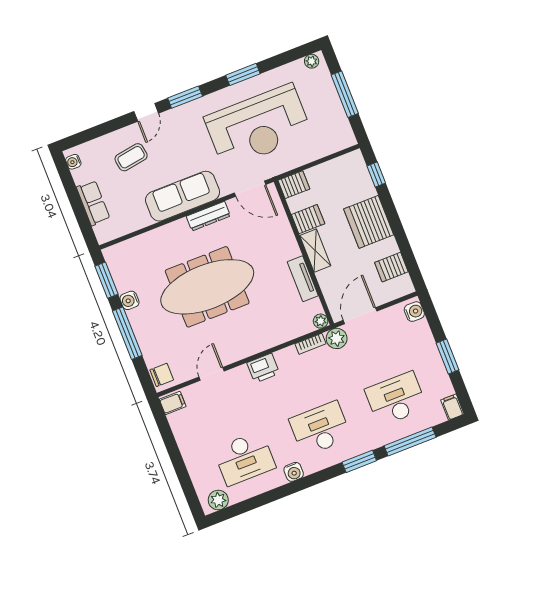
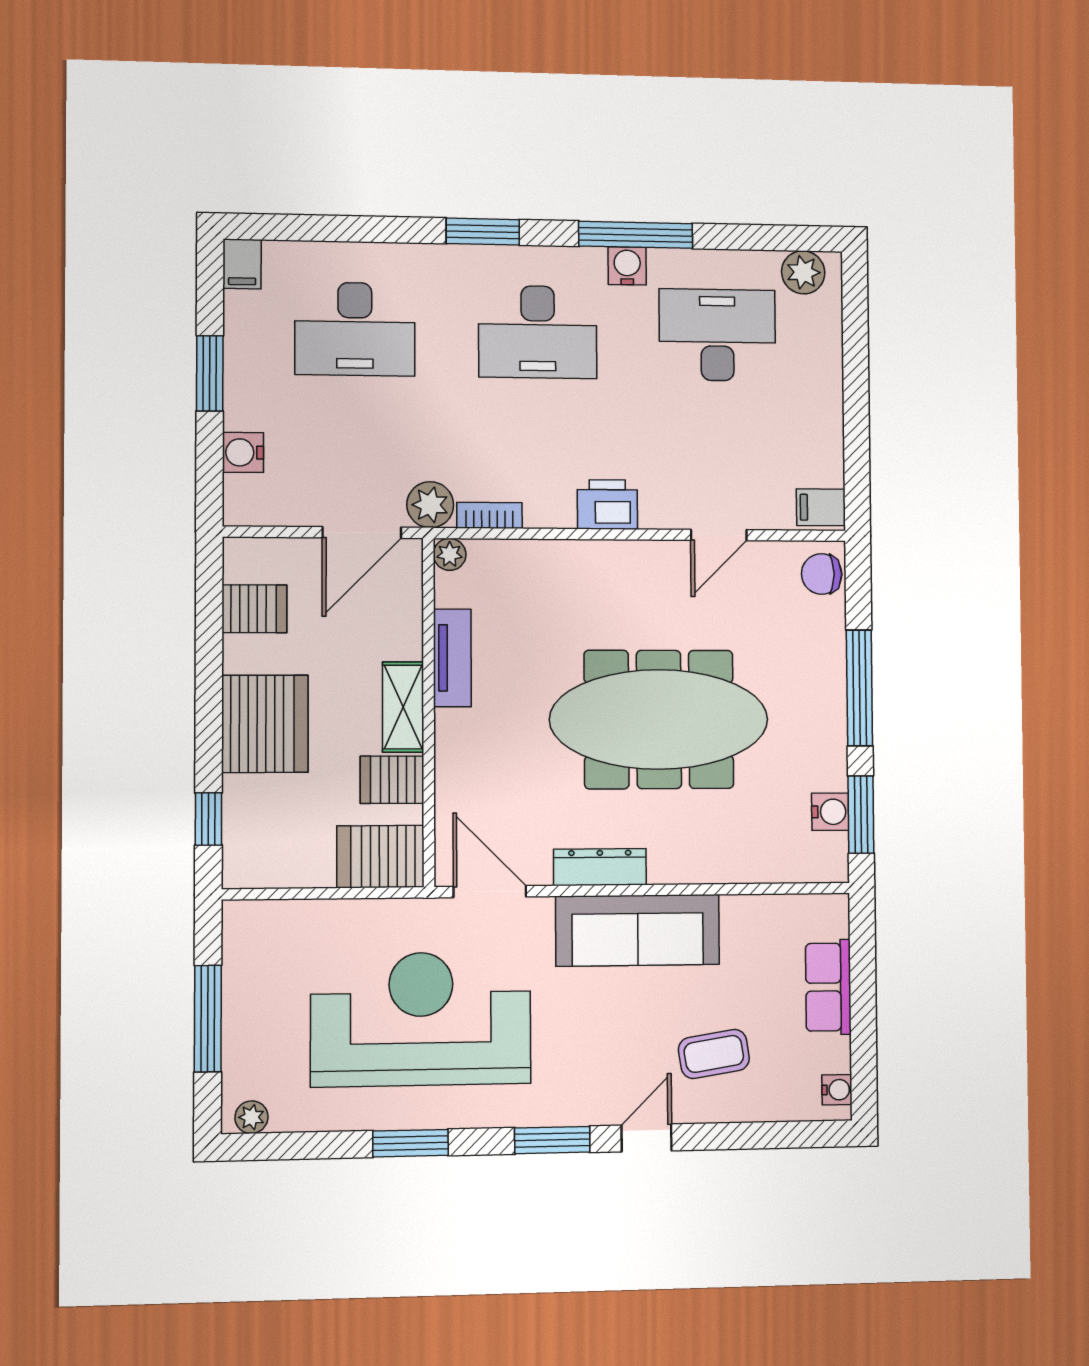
server rack: (294, 185) -> (380, 857), width x1.36, depth x1.44
water cooler: (129, 300) -> (830, 812), moved
water cooler: (414, 312) -> (243, 452), moved
window: (410, 442) -> (636, 235), moved

